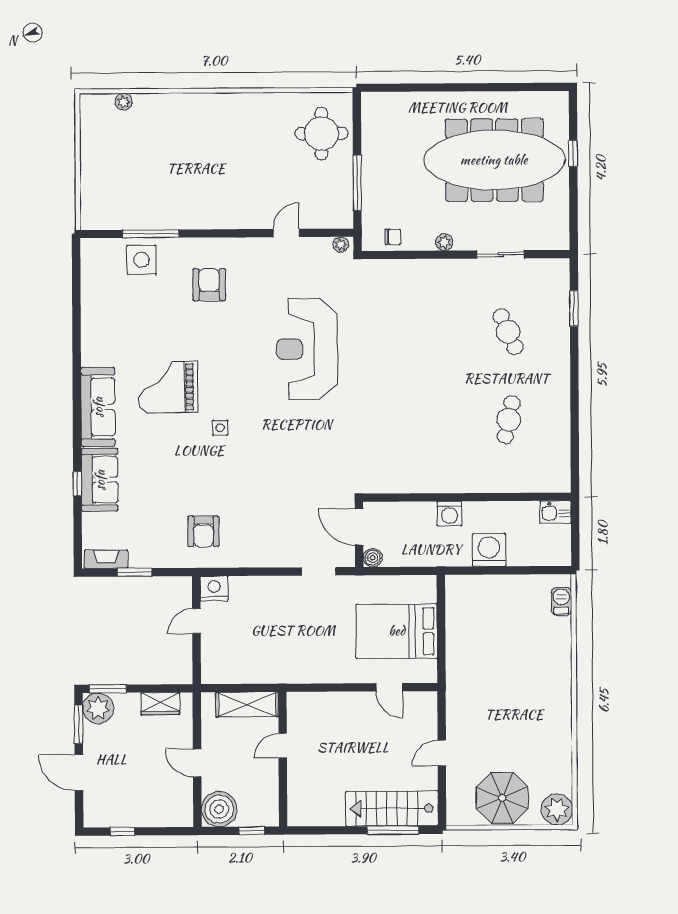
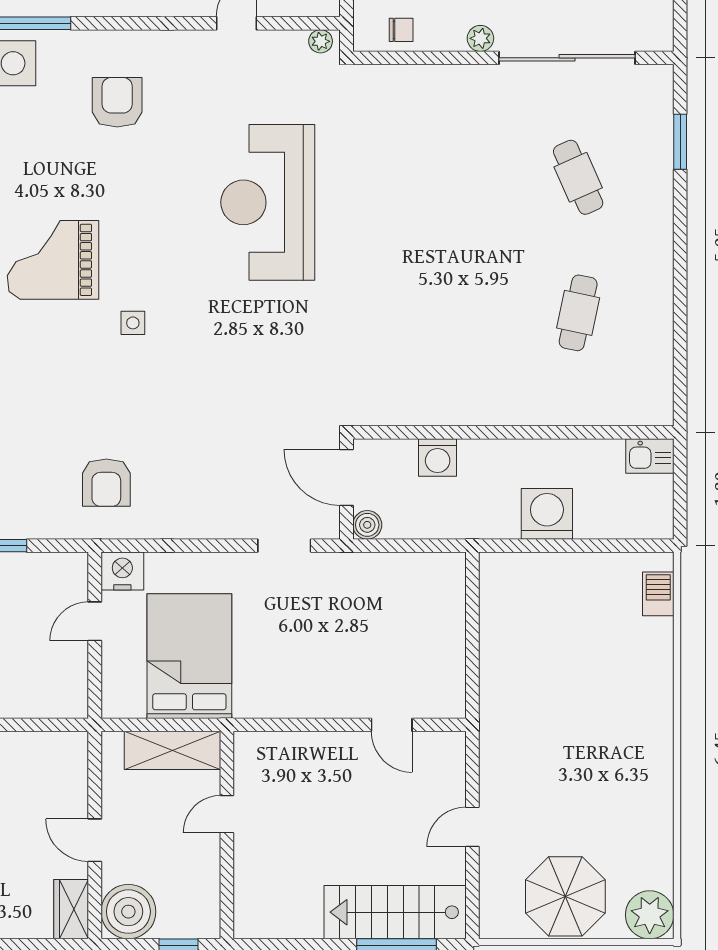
sliding door: (500, 254) -> (567, 58), width x1.86
washing machine: (450, 514) -> (438, 458), moved
bed: (397, 631) -> (189, 656), moved, turned 90
wardrobe: (160, 704) -> (71, 909), moved, turned 90

